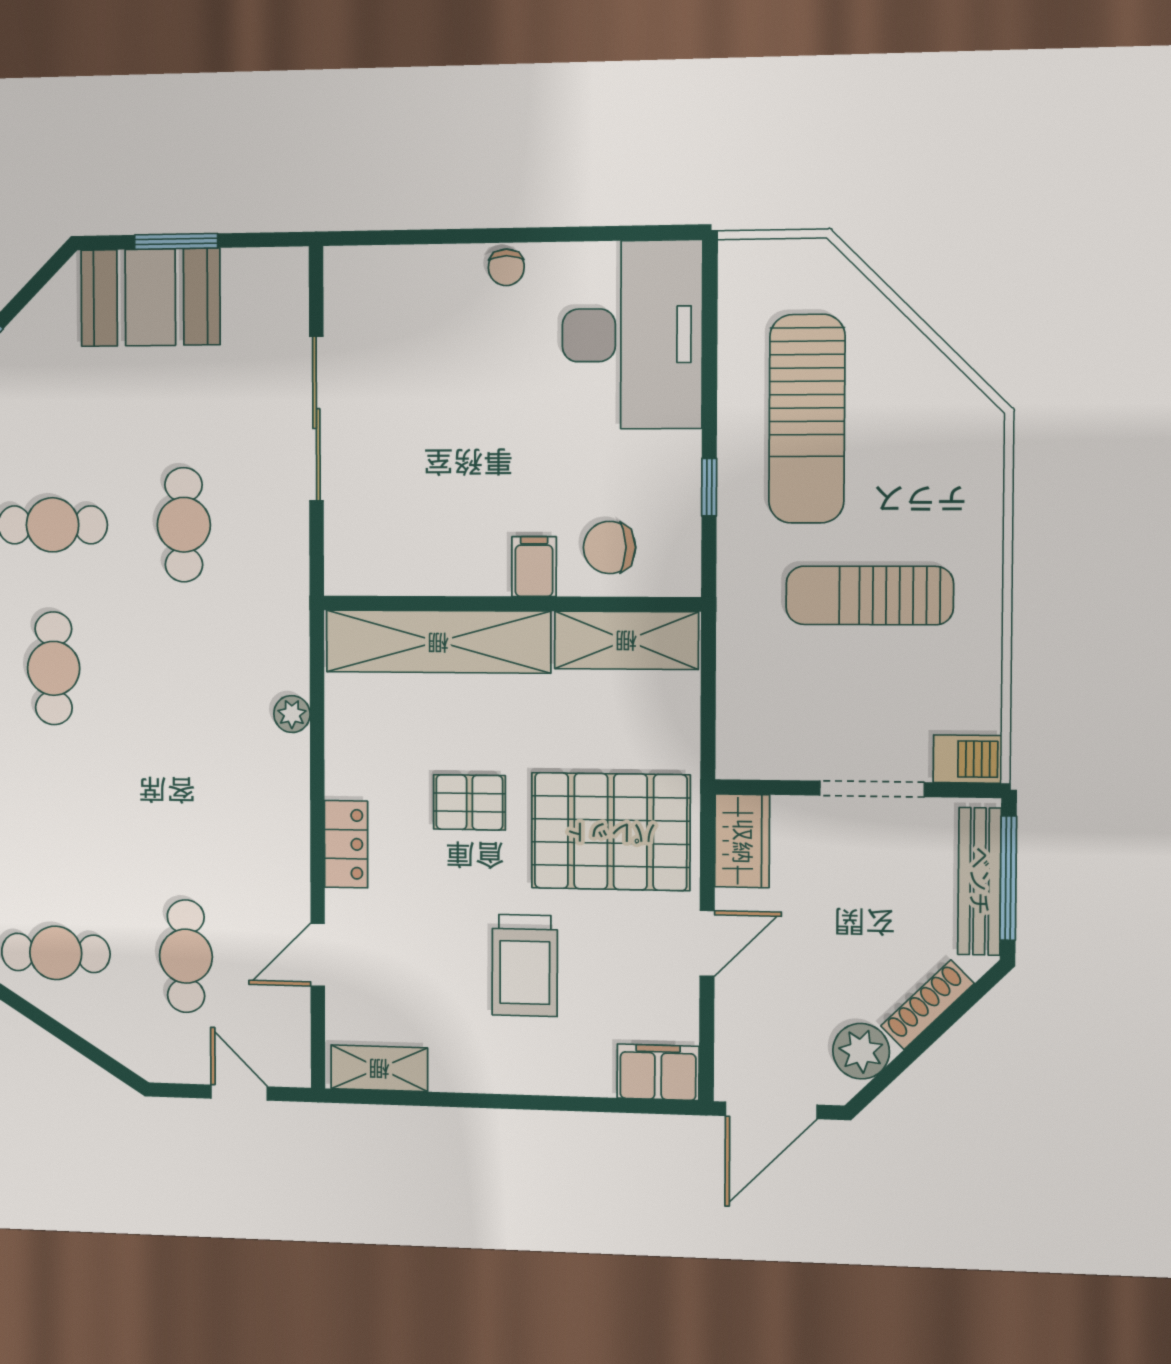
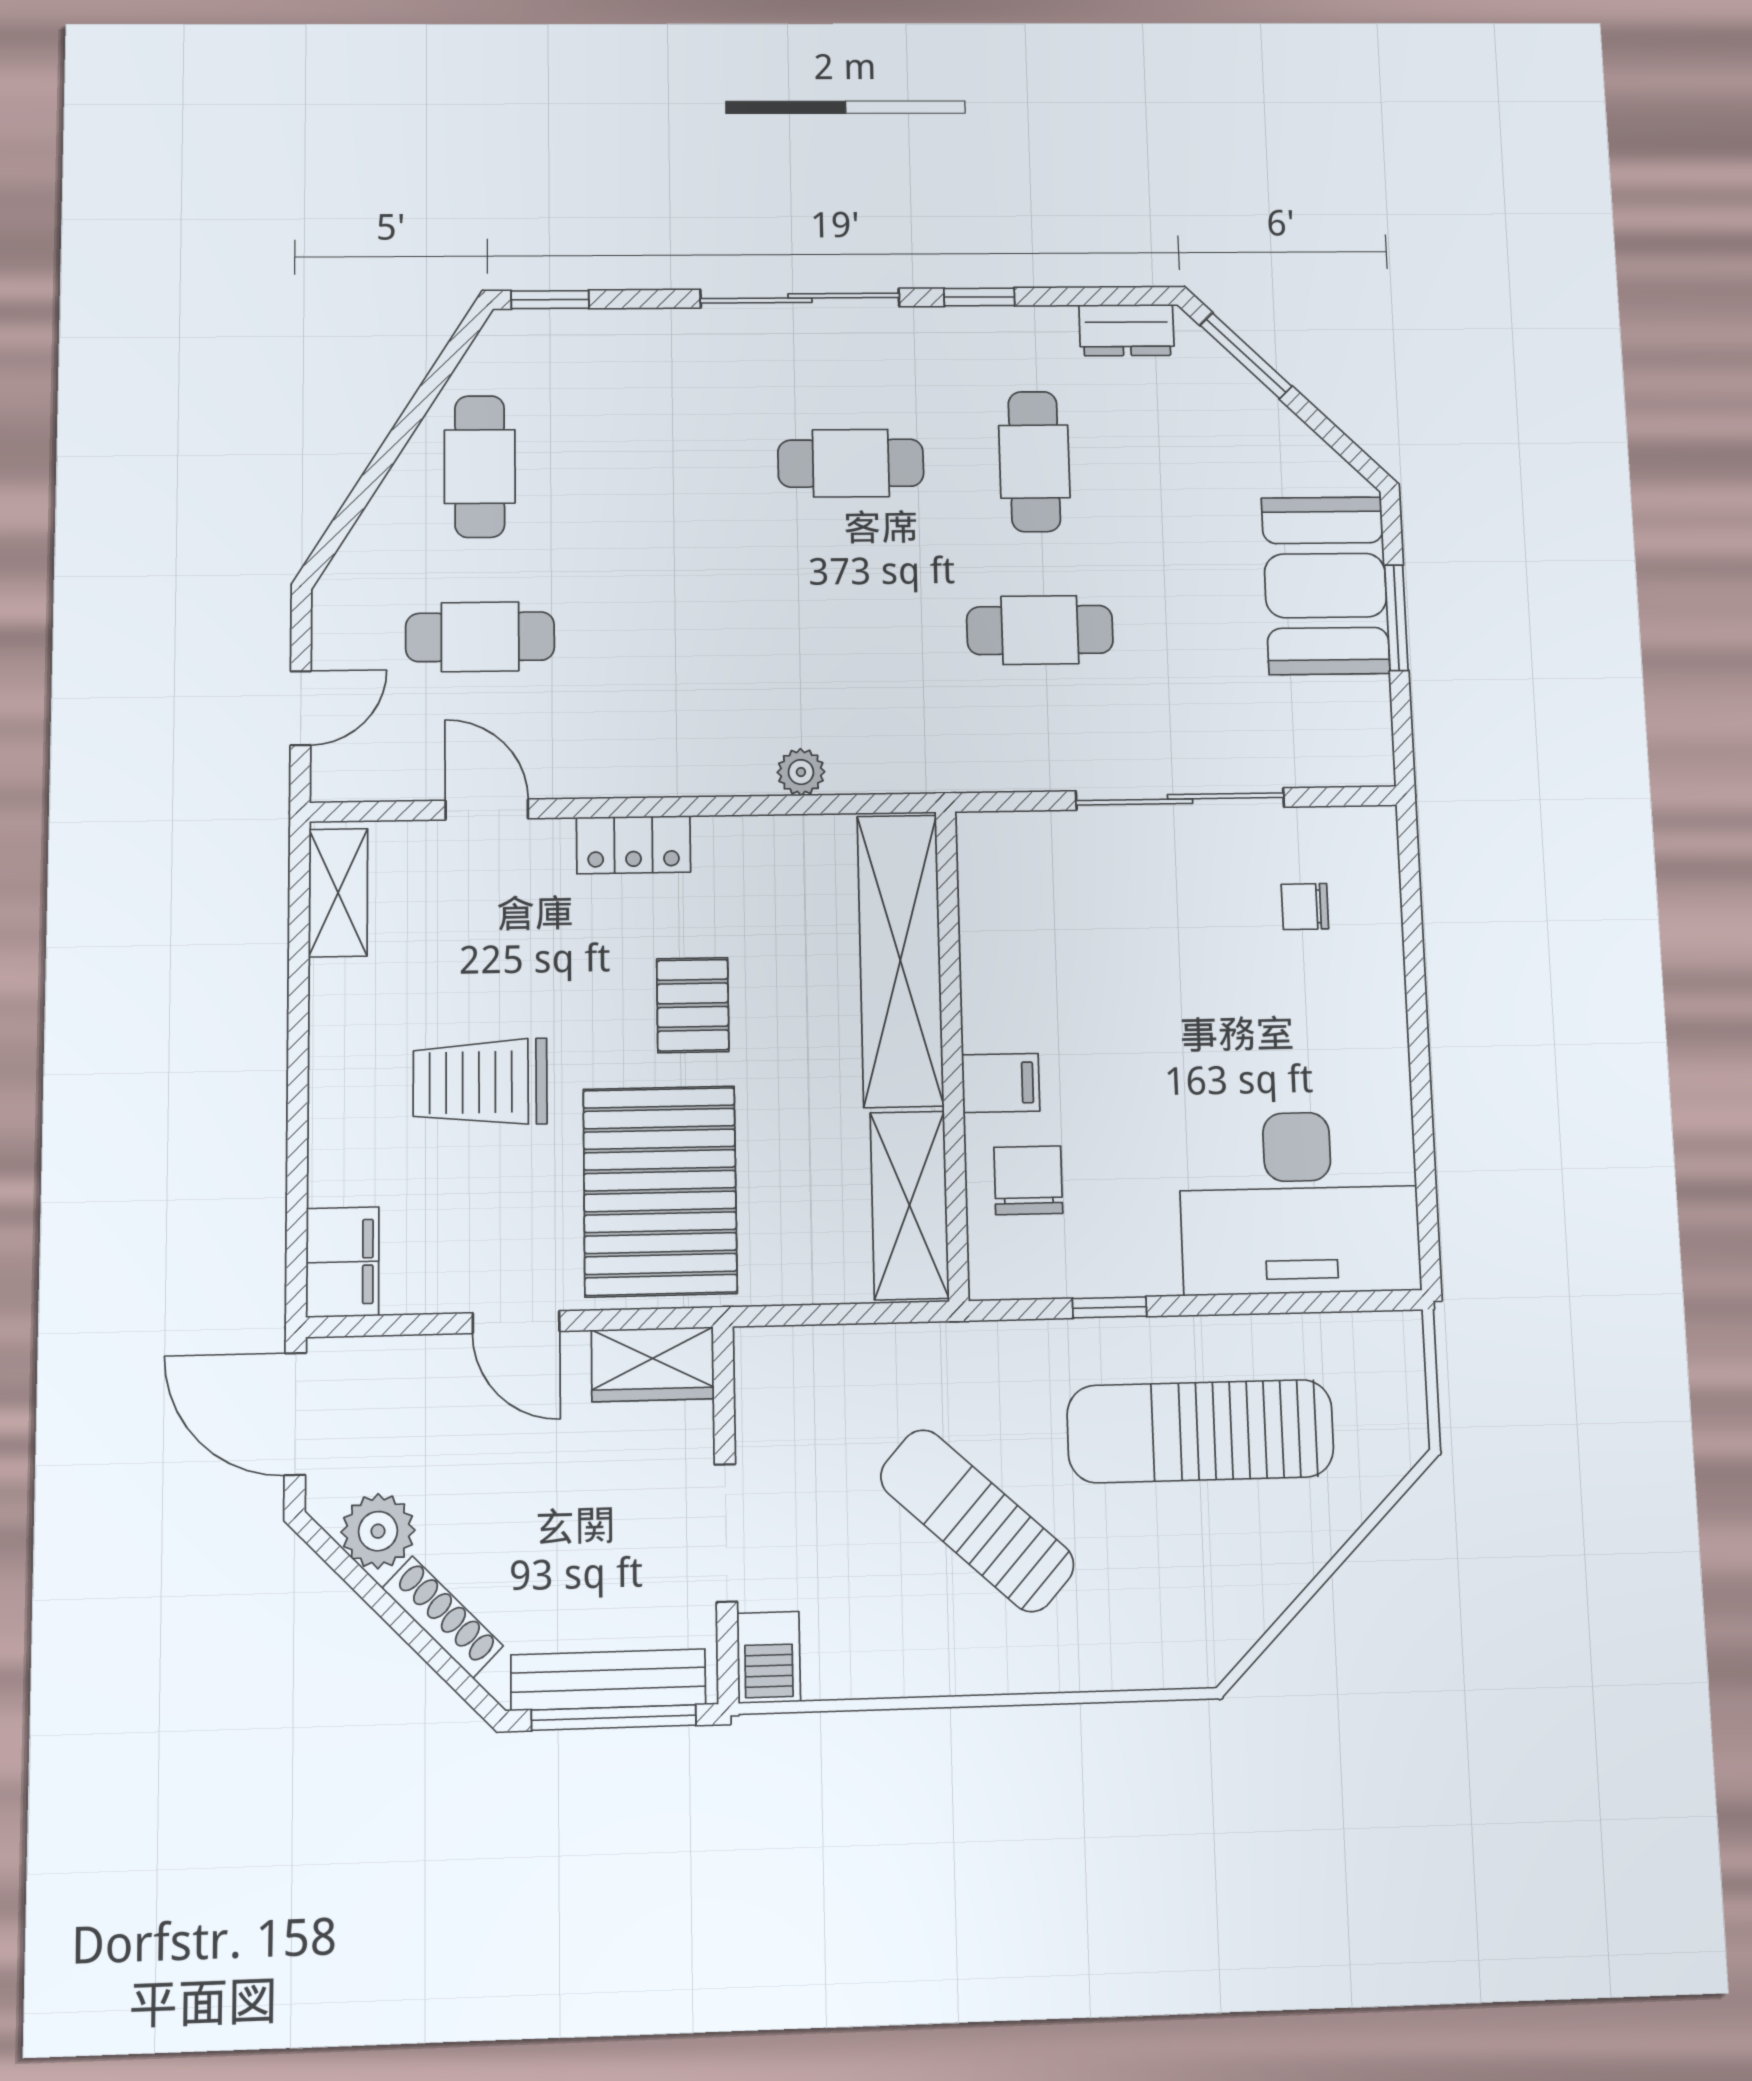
chair: (506, 267) -> (1305, 907), moved
sun lounger: (869, 595) -> (977, 1521), turned -48

